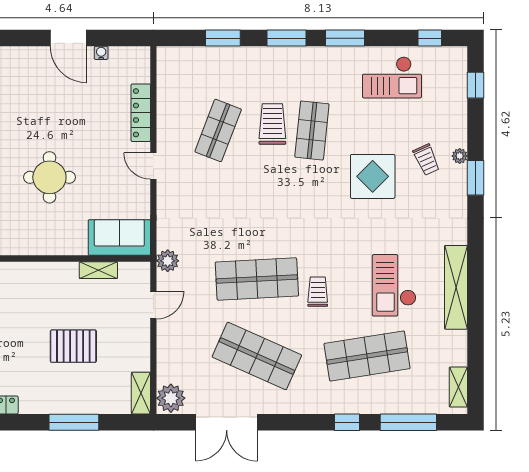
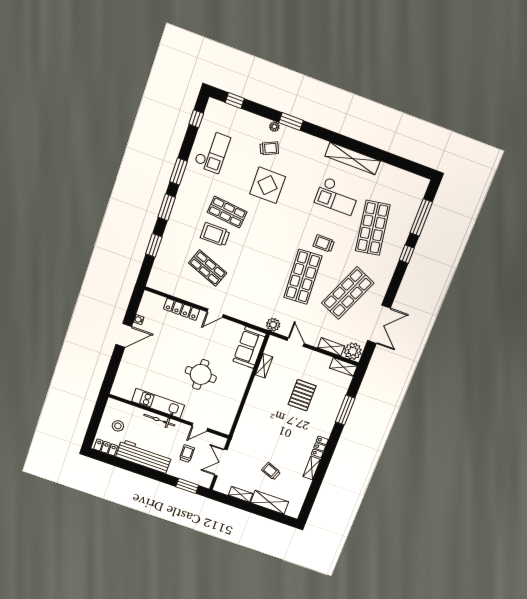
shelving: (458, 387) -> (331, 347), moved

